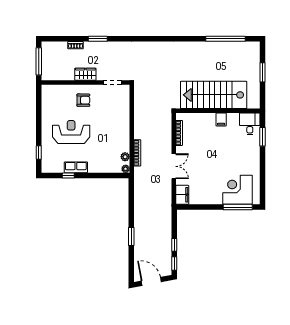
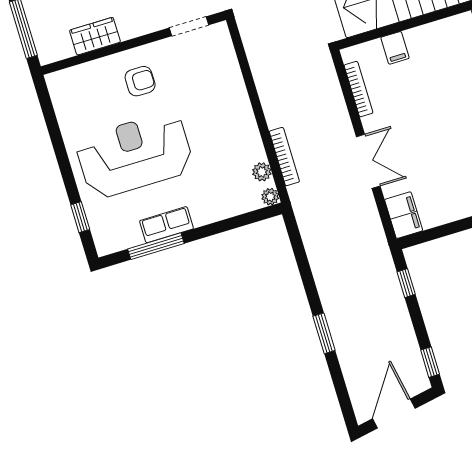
wardrobe: (85, 74) -> (95, 36), moved
filing cabinet: (221, 120) -> (395, 48), moved
reception desk: (71, 132) -> (135, 155), width x1.36, depth x1.30
window: (68, 175) -> (156, 246), width x2.17
window: (174, 245) -> (406, 283), moved
door: (151, 281) -> (394, 413), hinge flipped

